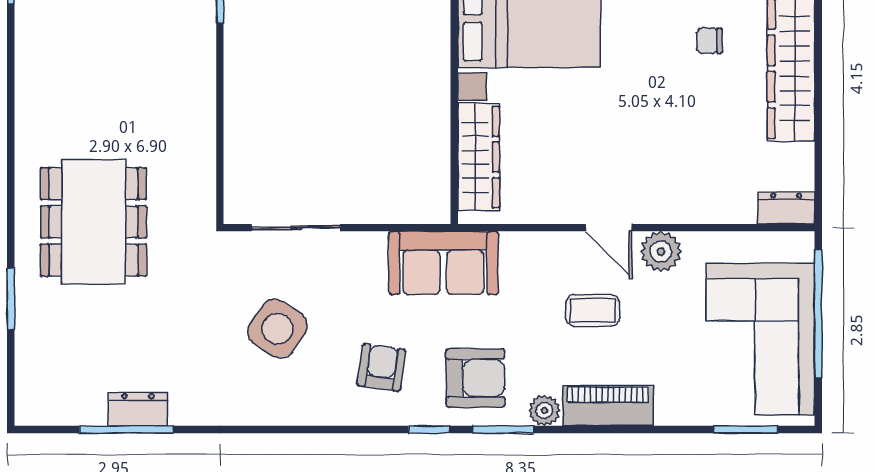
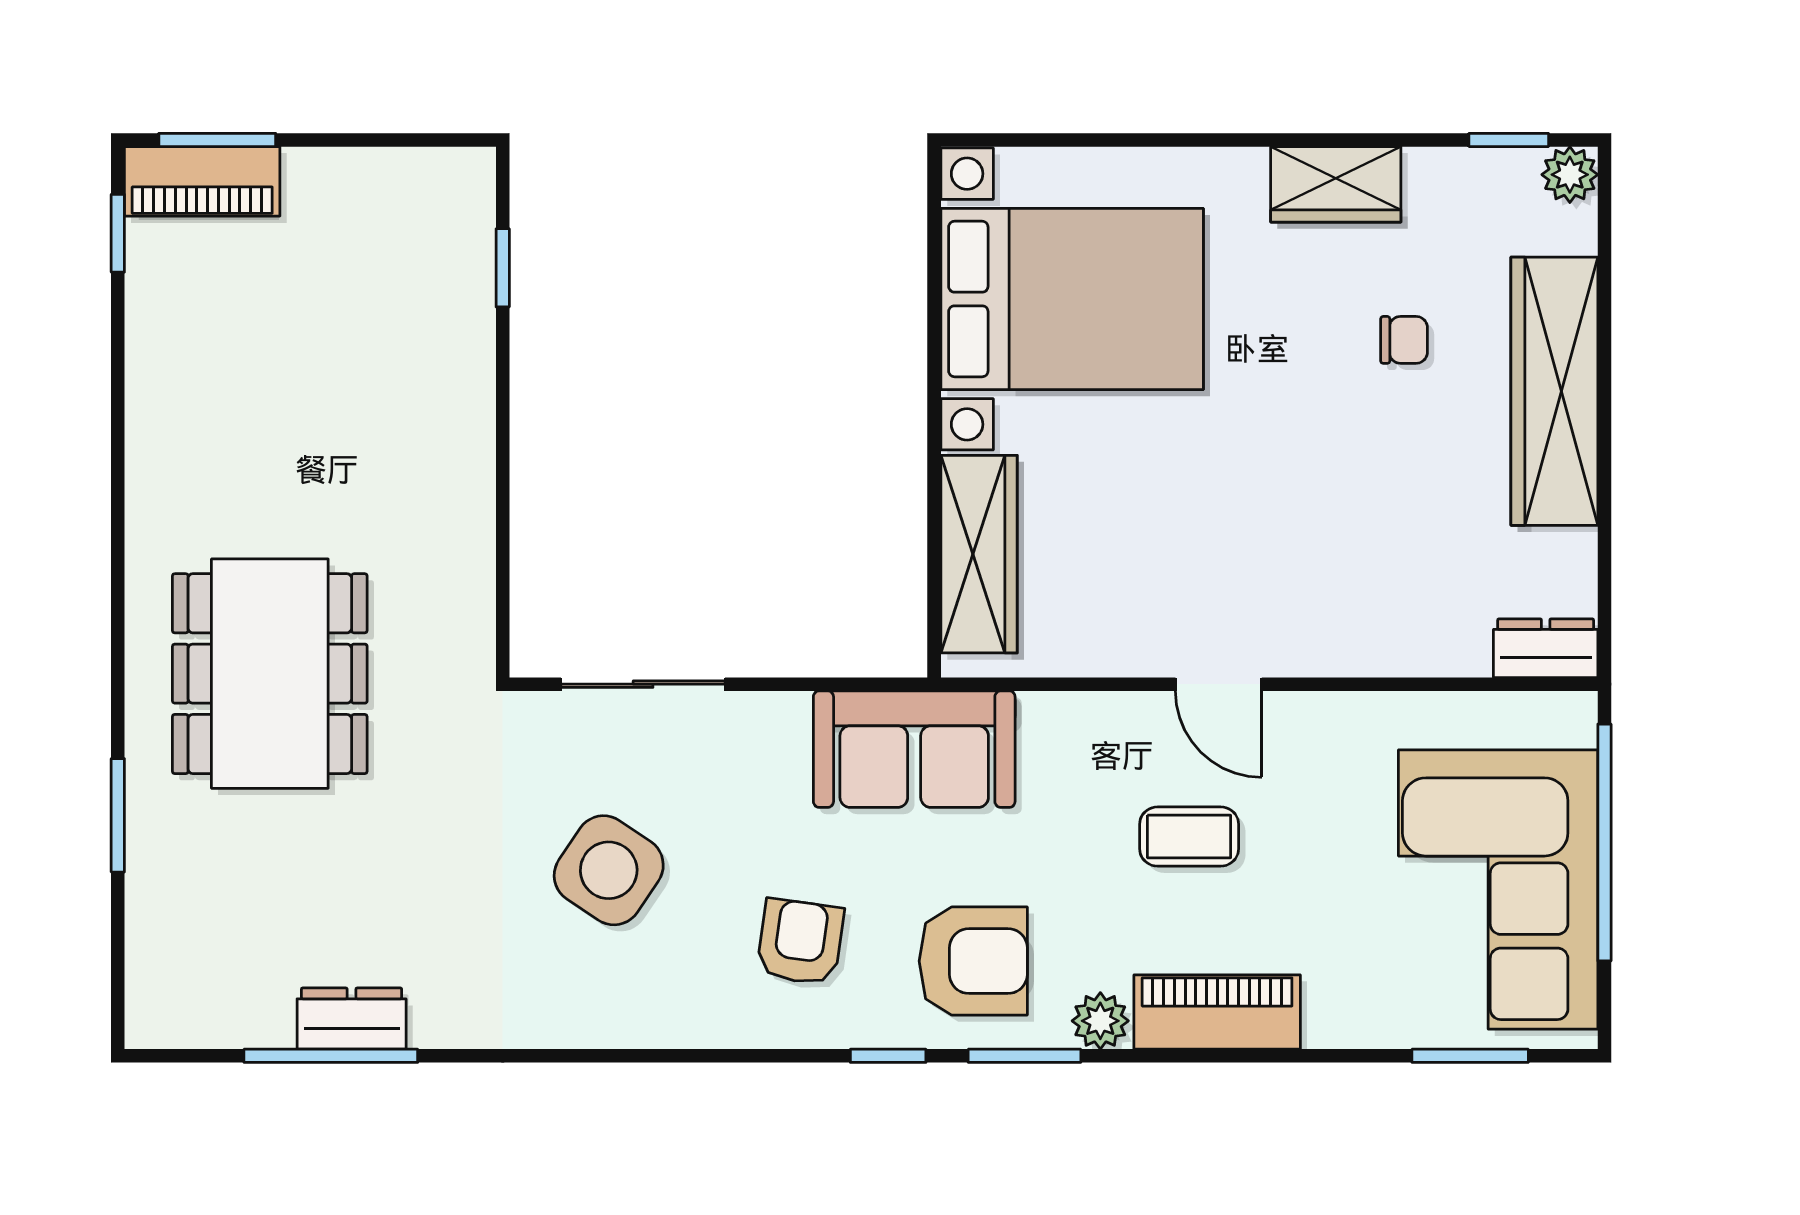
chair: (709, 41) -> (1404, 340), turned 180
plant: (661, 252) -> (1315, 728), removed

